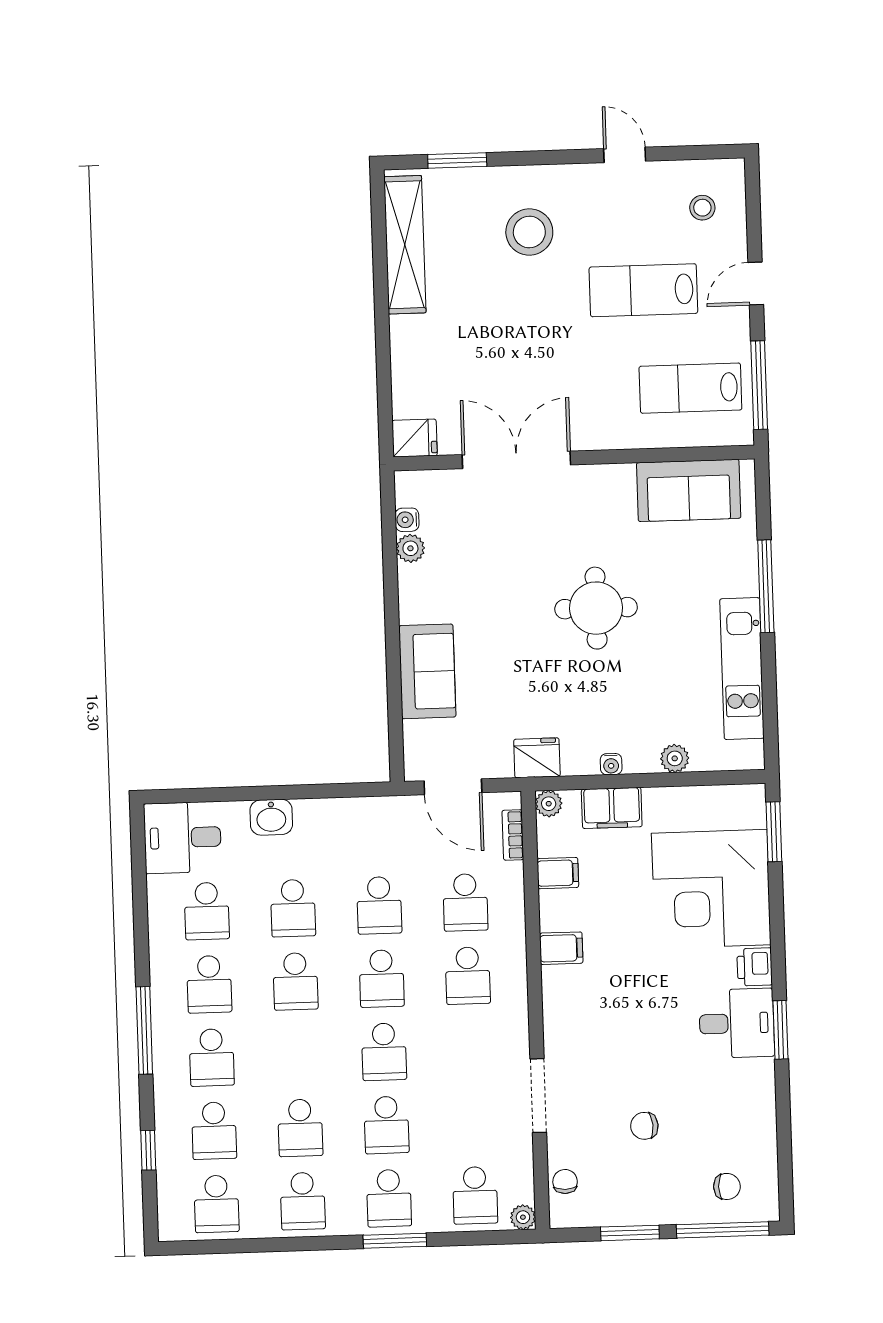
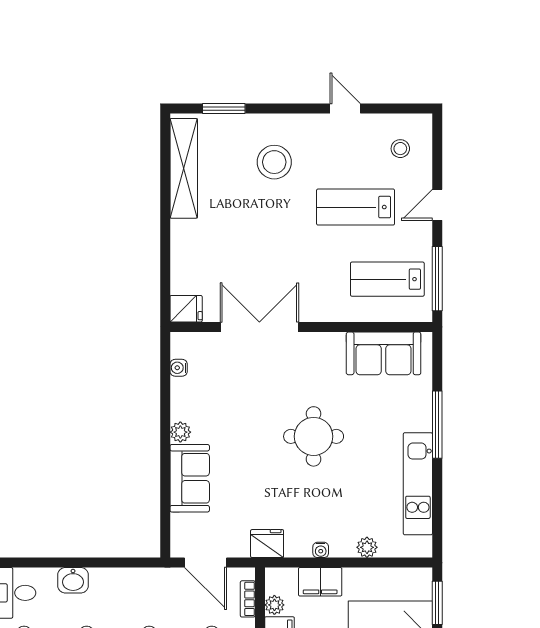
plant: (410, 548) -> (180, 432), moved
plant: (549, 804) -> (274, 605), moved

